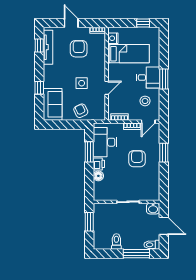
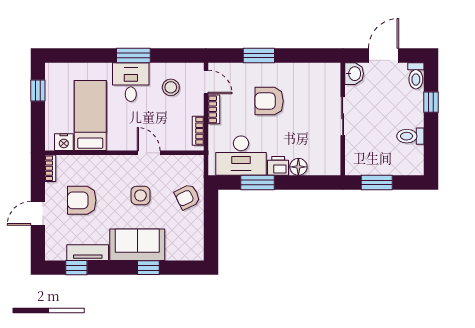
tv unit: (48, 47) -> (88, 253), width x0.71
sofa: (53, 104) -> (137, 245), moved
window: (136, 254) -> (431, 102), width x0.46

